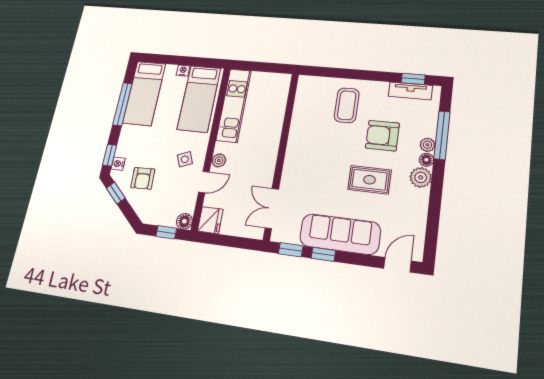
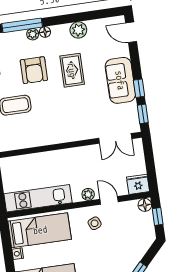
plant: (421, 177) -> (78, 30), moved
armchair: (143, 178) -> (120, 253), removed
sofa: (340, 234) -> (120, 80), width x0.73

